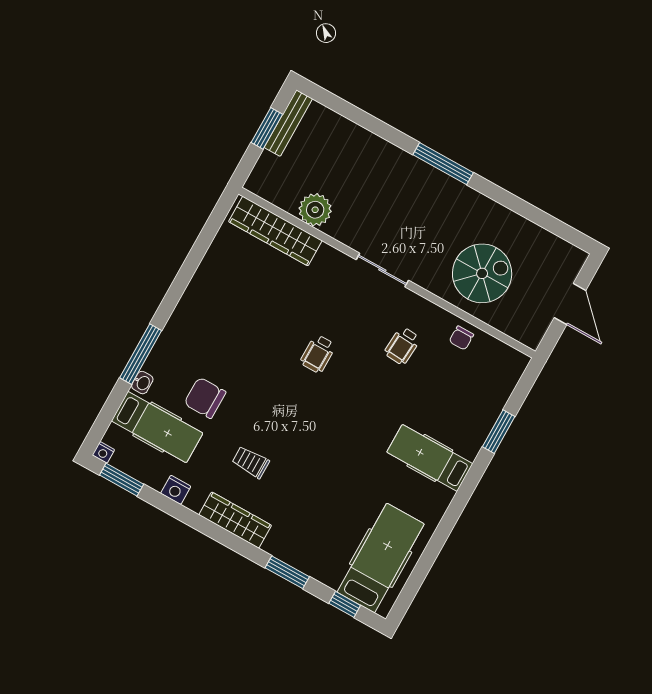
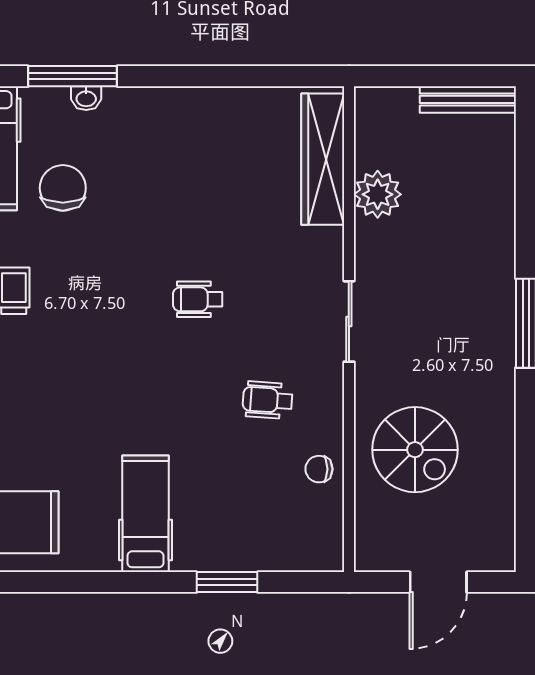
window: (267, 128) -> (446, 76), removed
washbasin: (142, 383) -> (86, 98), moved

